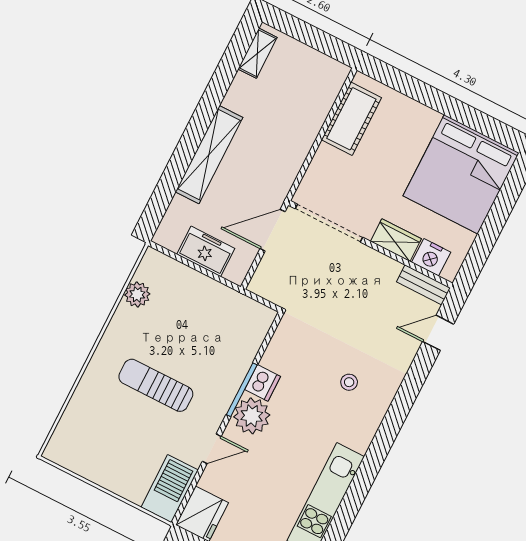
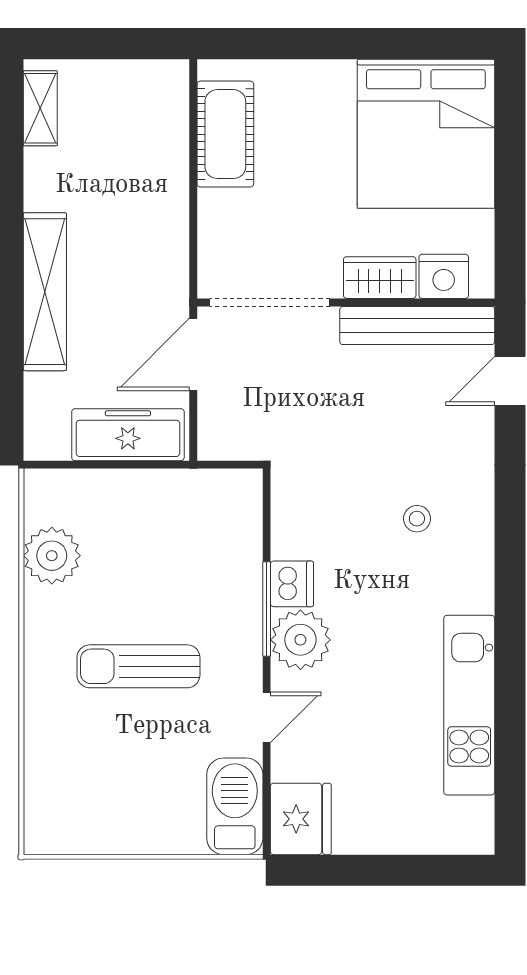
freezer: (206, 251) -> (128, 435), width x1.40
bench: (423, 285) -> (417, 326), width x1.86, depth x1.21
plant: (137, 294) -> (52, 556), width x1.36, depth x1.36

